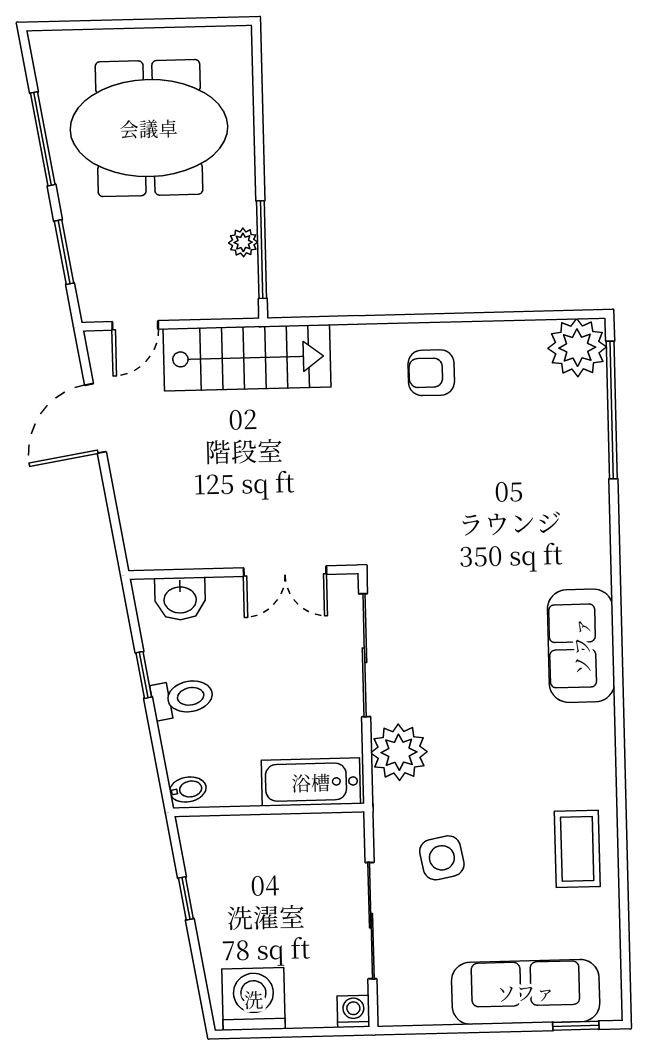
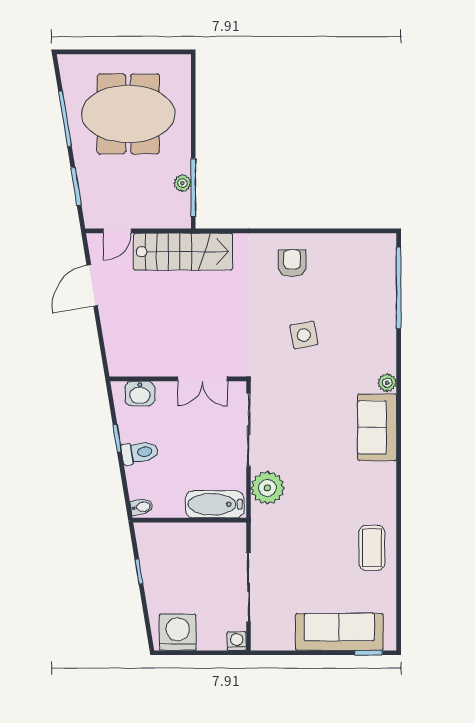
plant: (577, 348) -> (387, 383), moved, width x0.53, depth x0.53
armchair: (431, 373) -> (292, 263), turned 90
side table: (442, 858) -> (304, 335), moved

